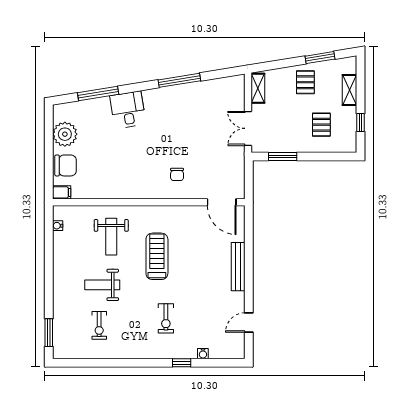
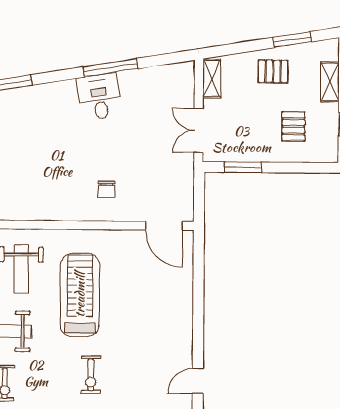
pallet: (305, 82) -> (273, 71), turned 90
desk: (128, 110) -> (99, 97), moved
treadmill: (157, 256) -> (80, 295), width x1.37, depth x1.37
bench: (238, 267) -> (185, 309), removed

